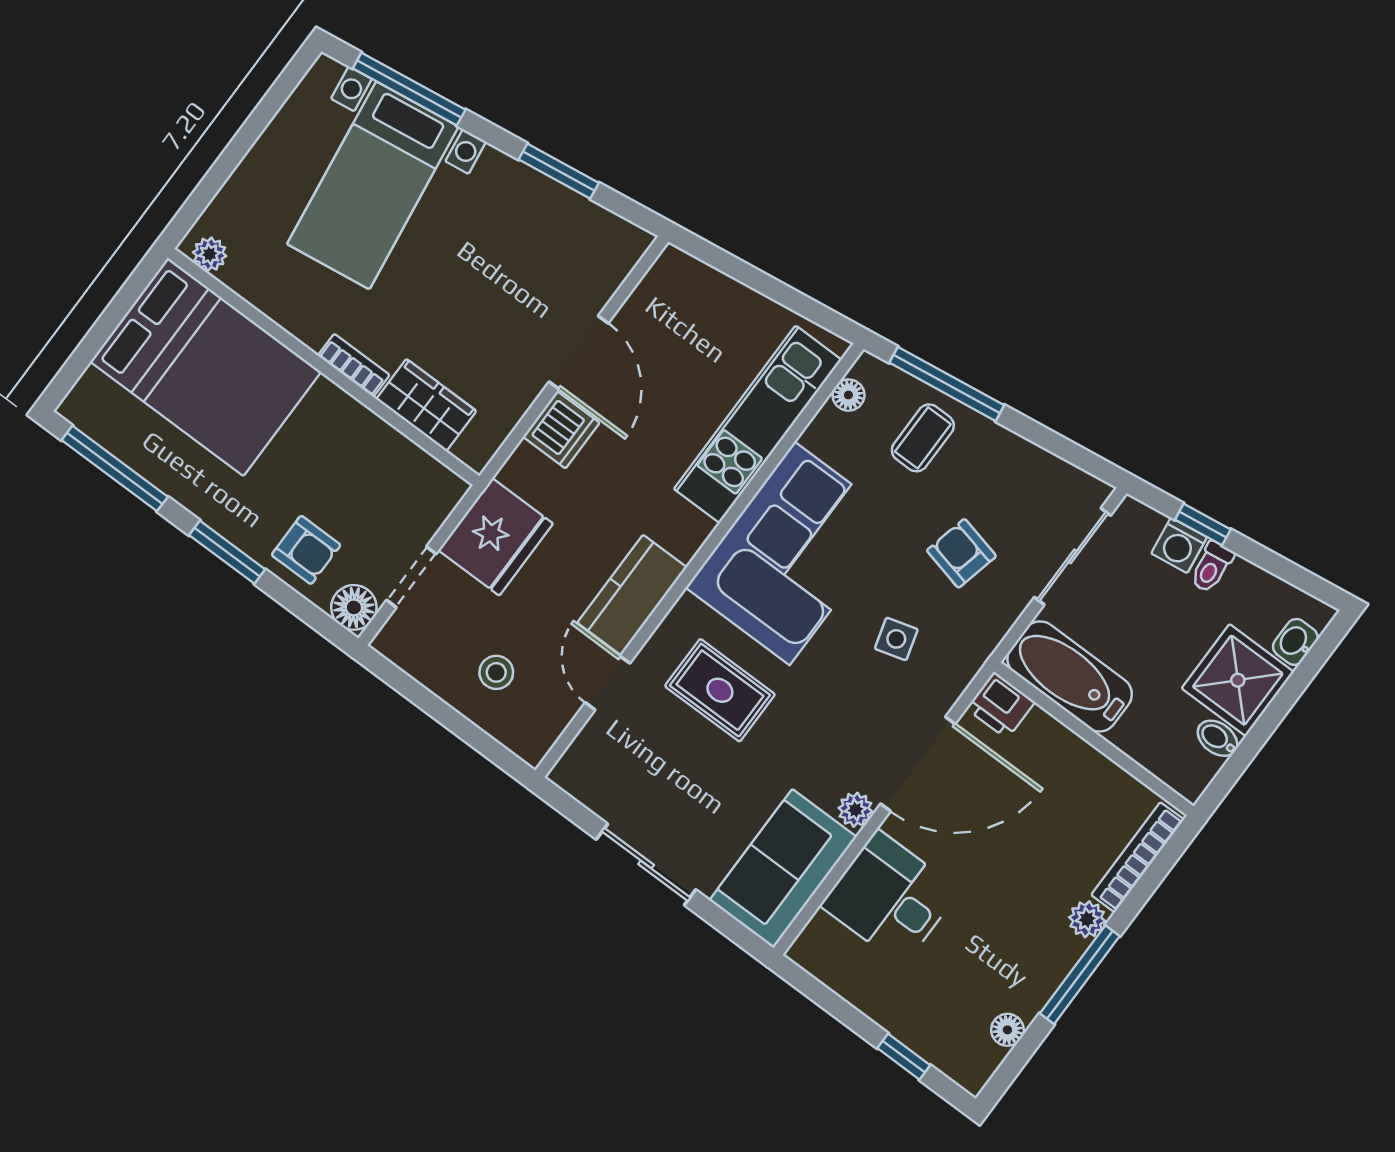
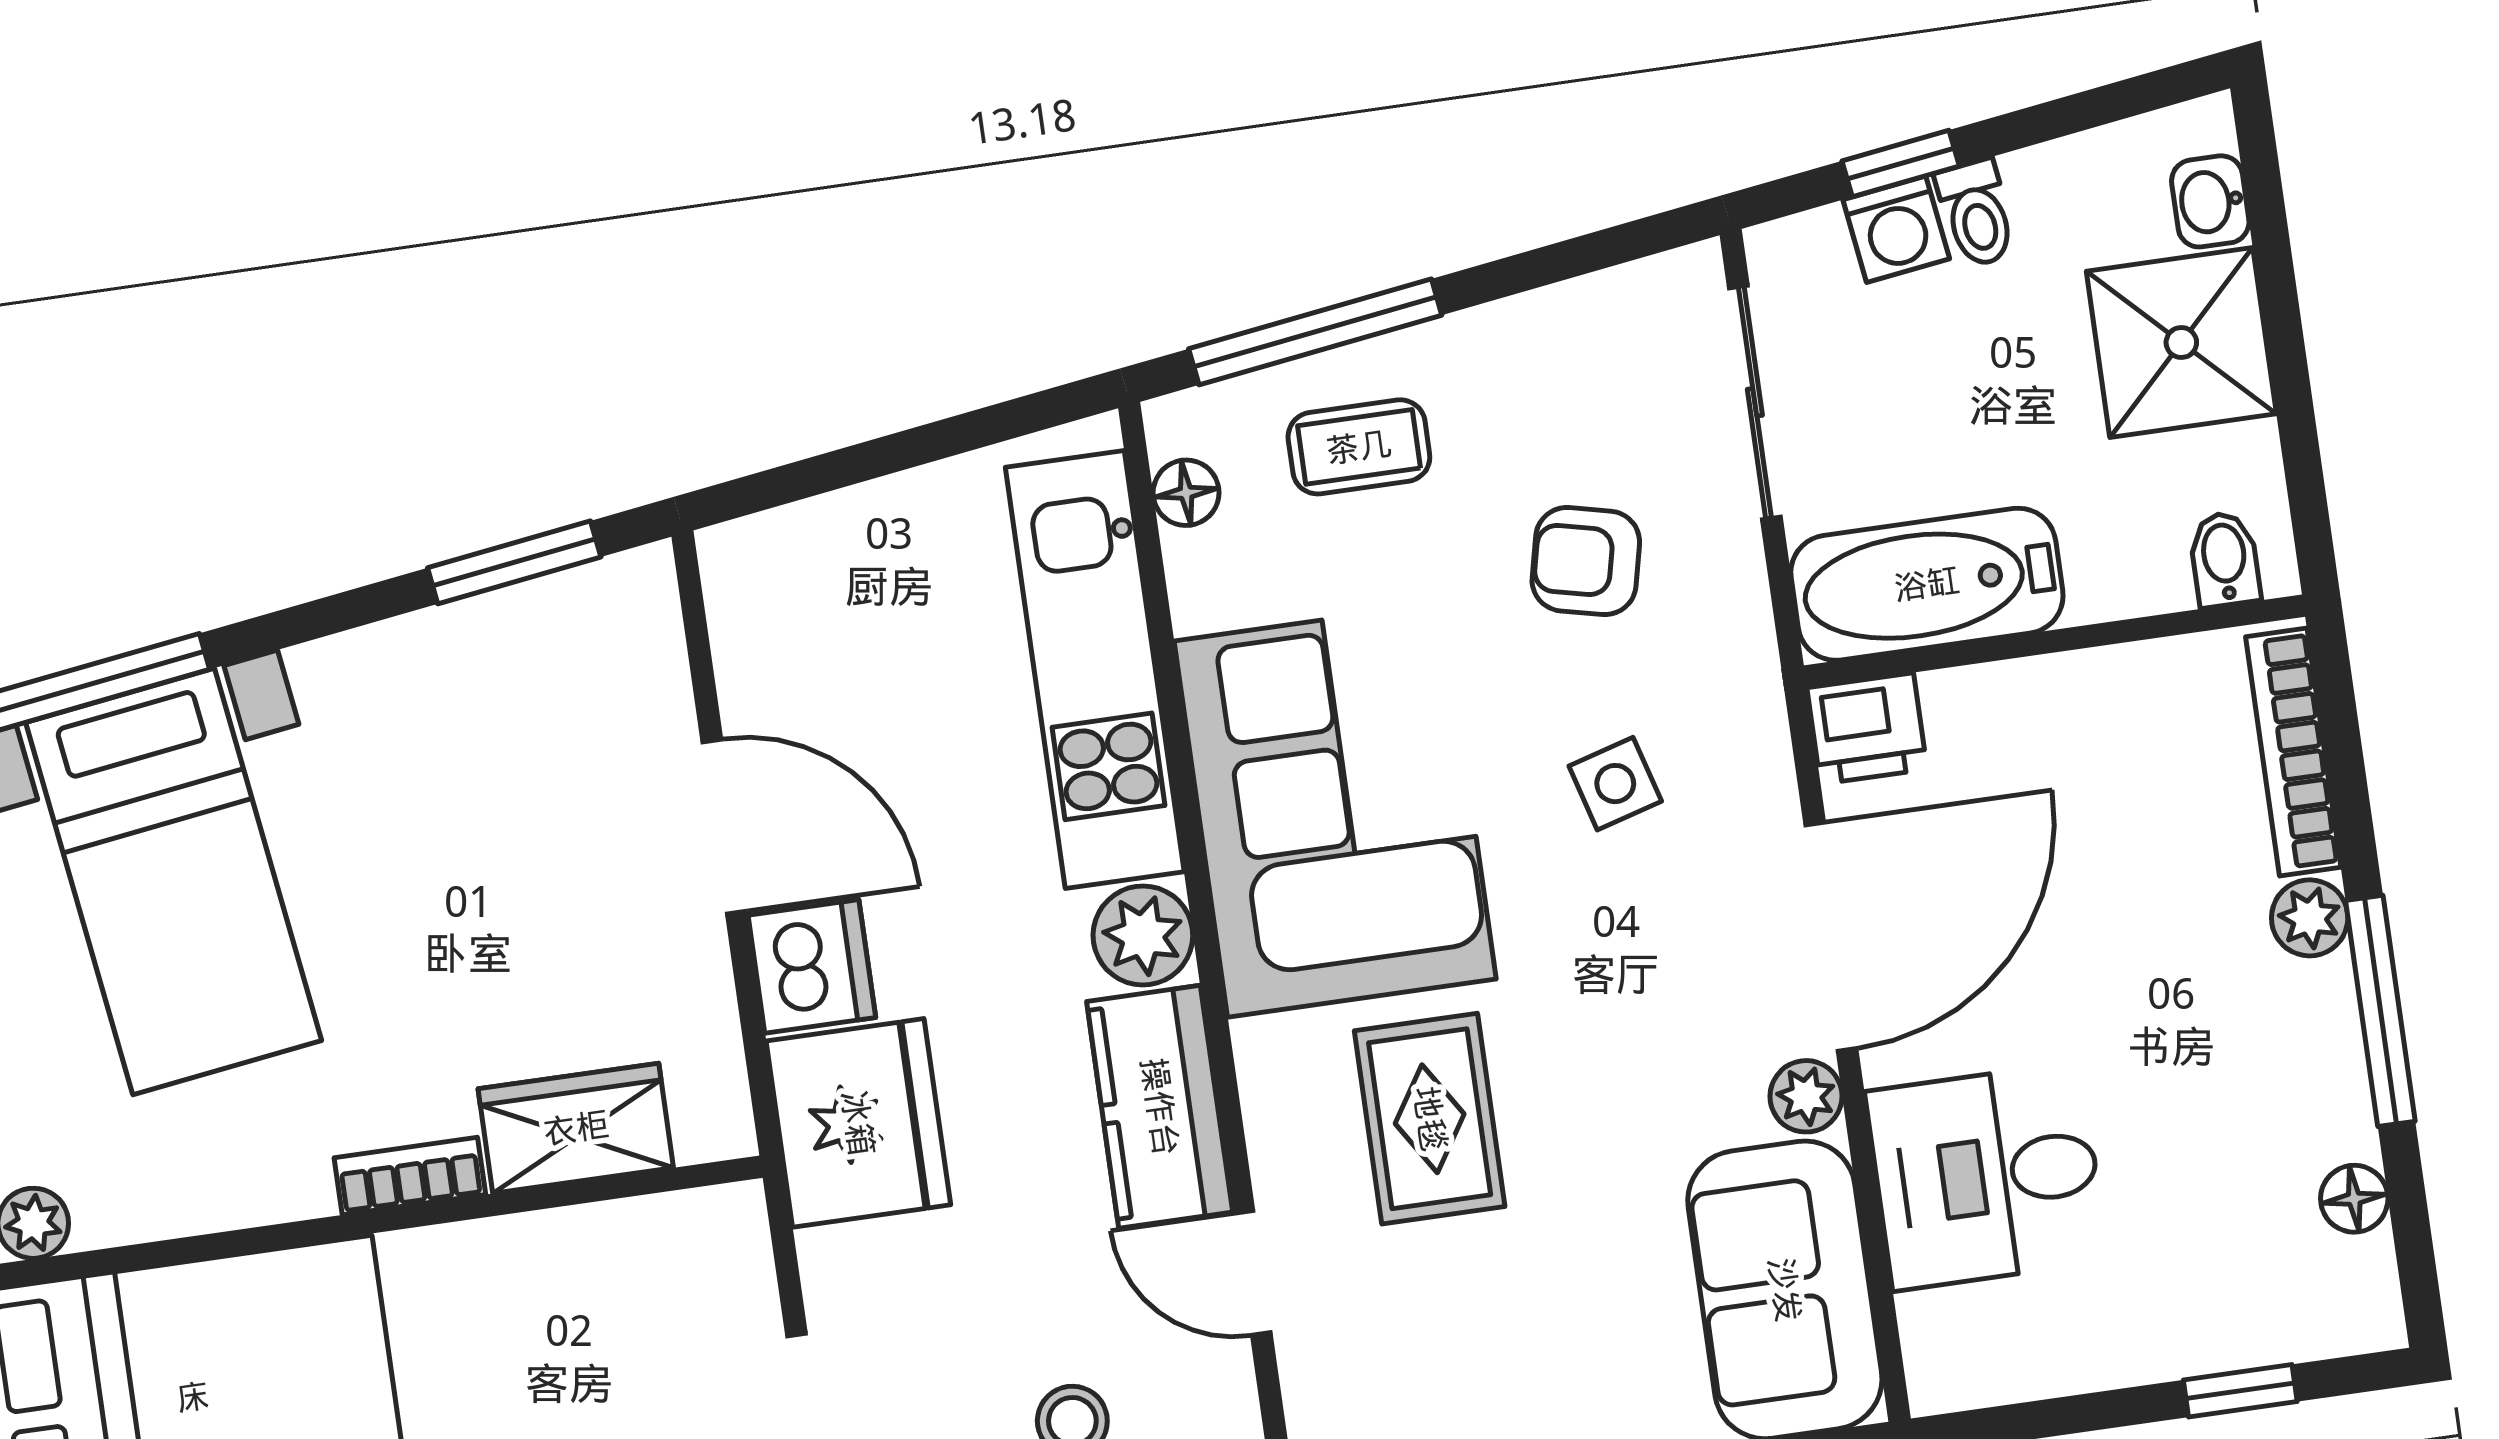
window: (559, 171) -> (514, 562), moved
coffee table: (923, 438) -> (1359, 447), turned 90
plant: (684, 531) -> (1143, 935), added
fridge: (496, 537) -> (858, 1123), moved
rug: (720, 690) -> (1430, 1119), turned 90
bidet: (1217, 738) -> (2225, 559), moved, turned 90

